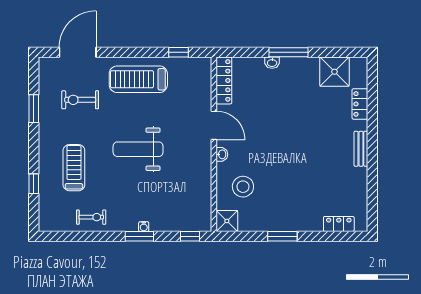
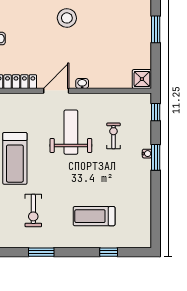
weight bench: (138, 149) -> (71, 132), moved, turned 180
stool: (243, 187) -> (67, 18), moved
exercise bike: (91, 217) -> (113, 136), moved

